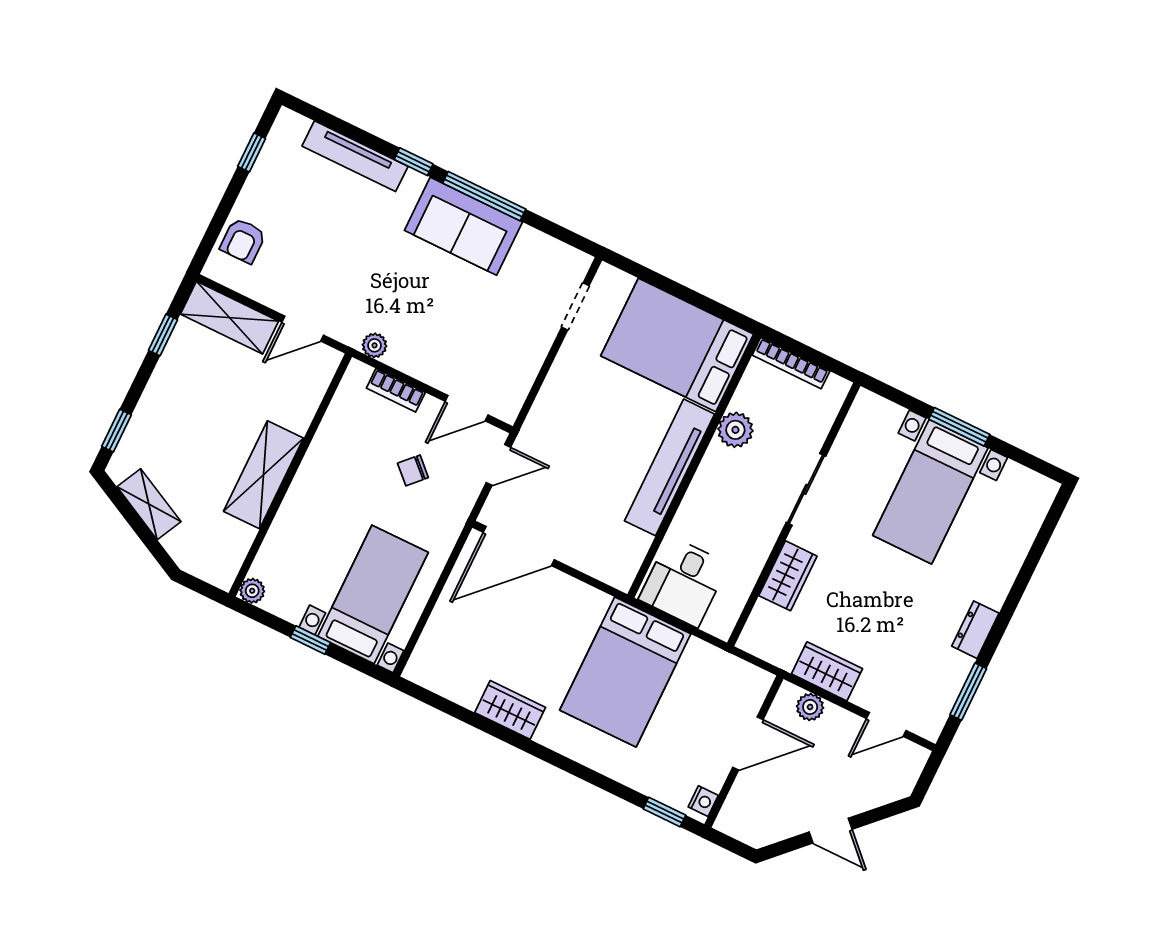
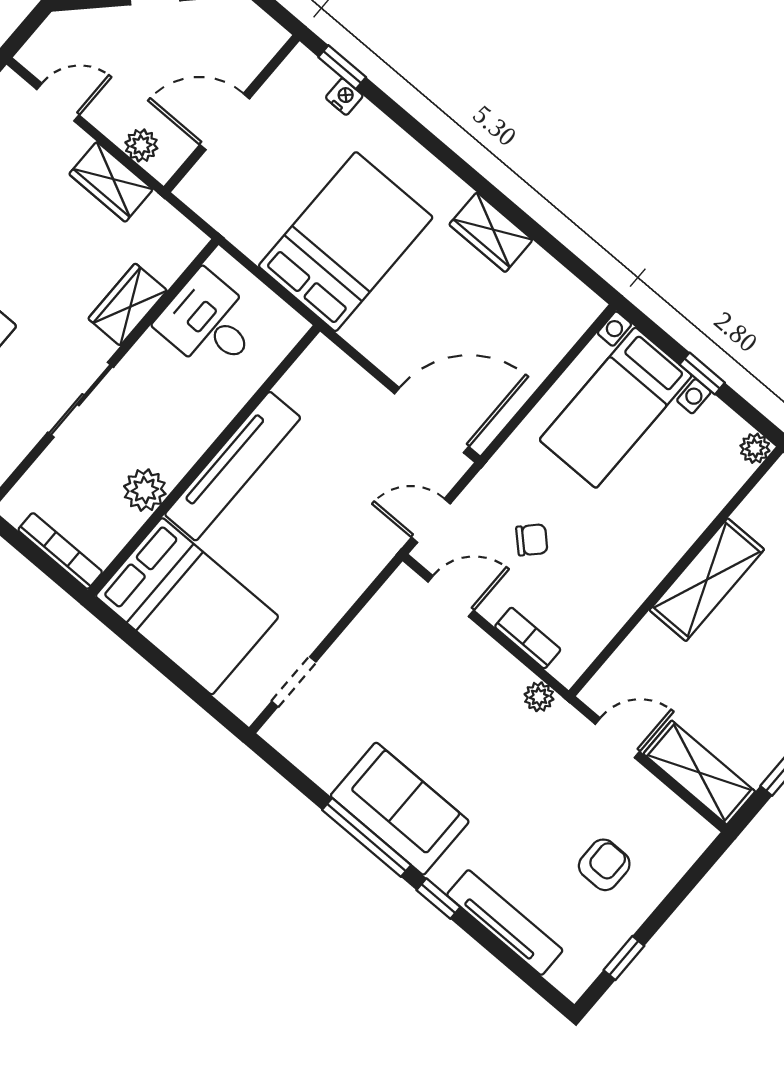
armchair: (243, 241) -> (604, 865), moved
desk: (684, 582) -> (209, 323), moved, turned -90
nightstand: (703, 801) -> (344, 97), moved, turned 90

